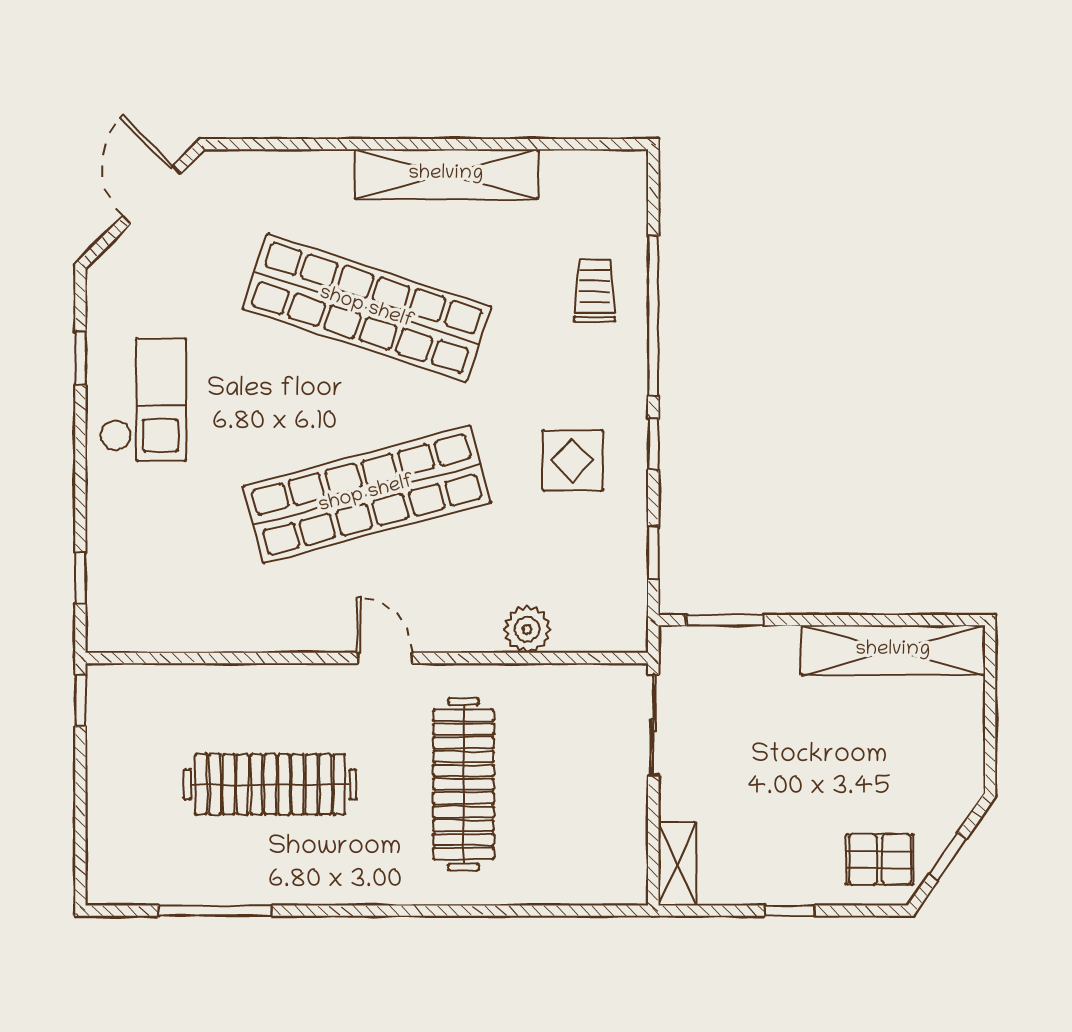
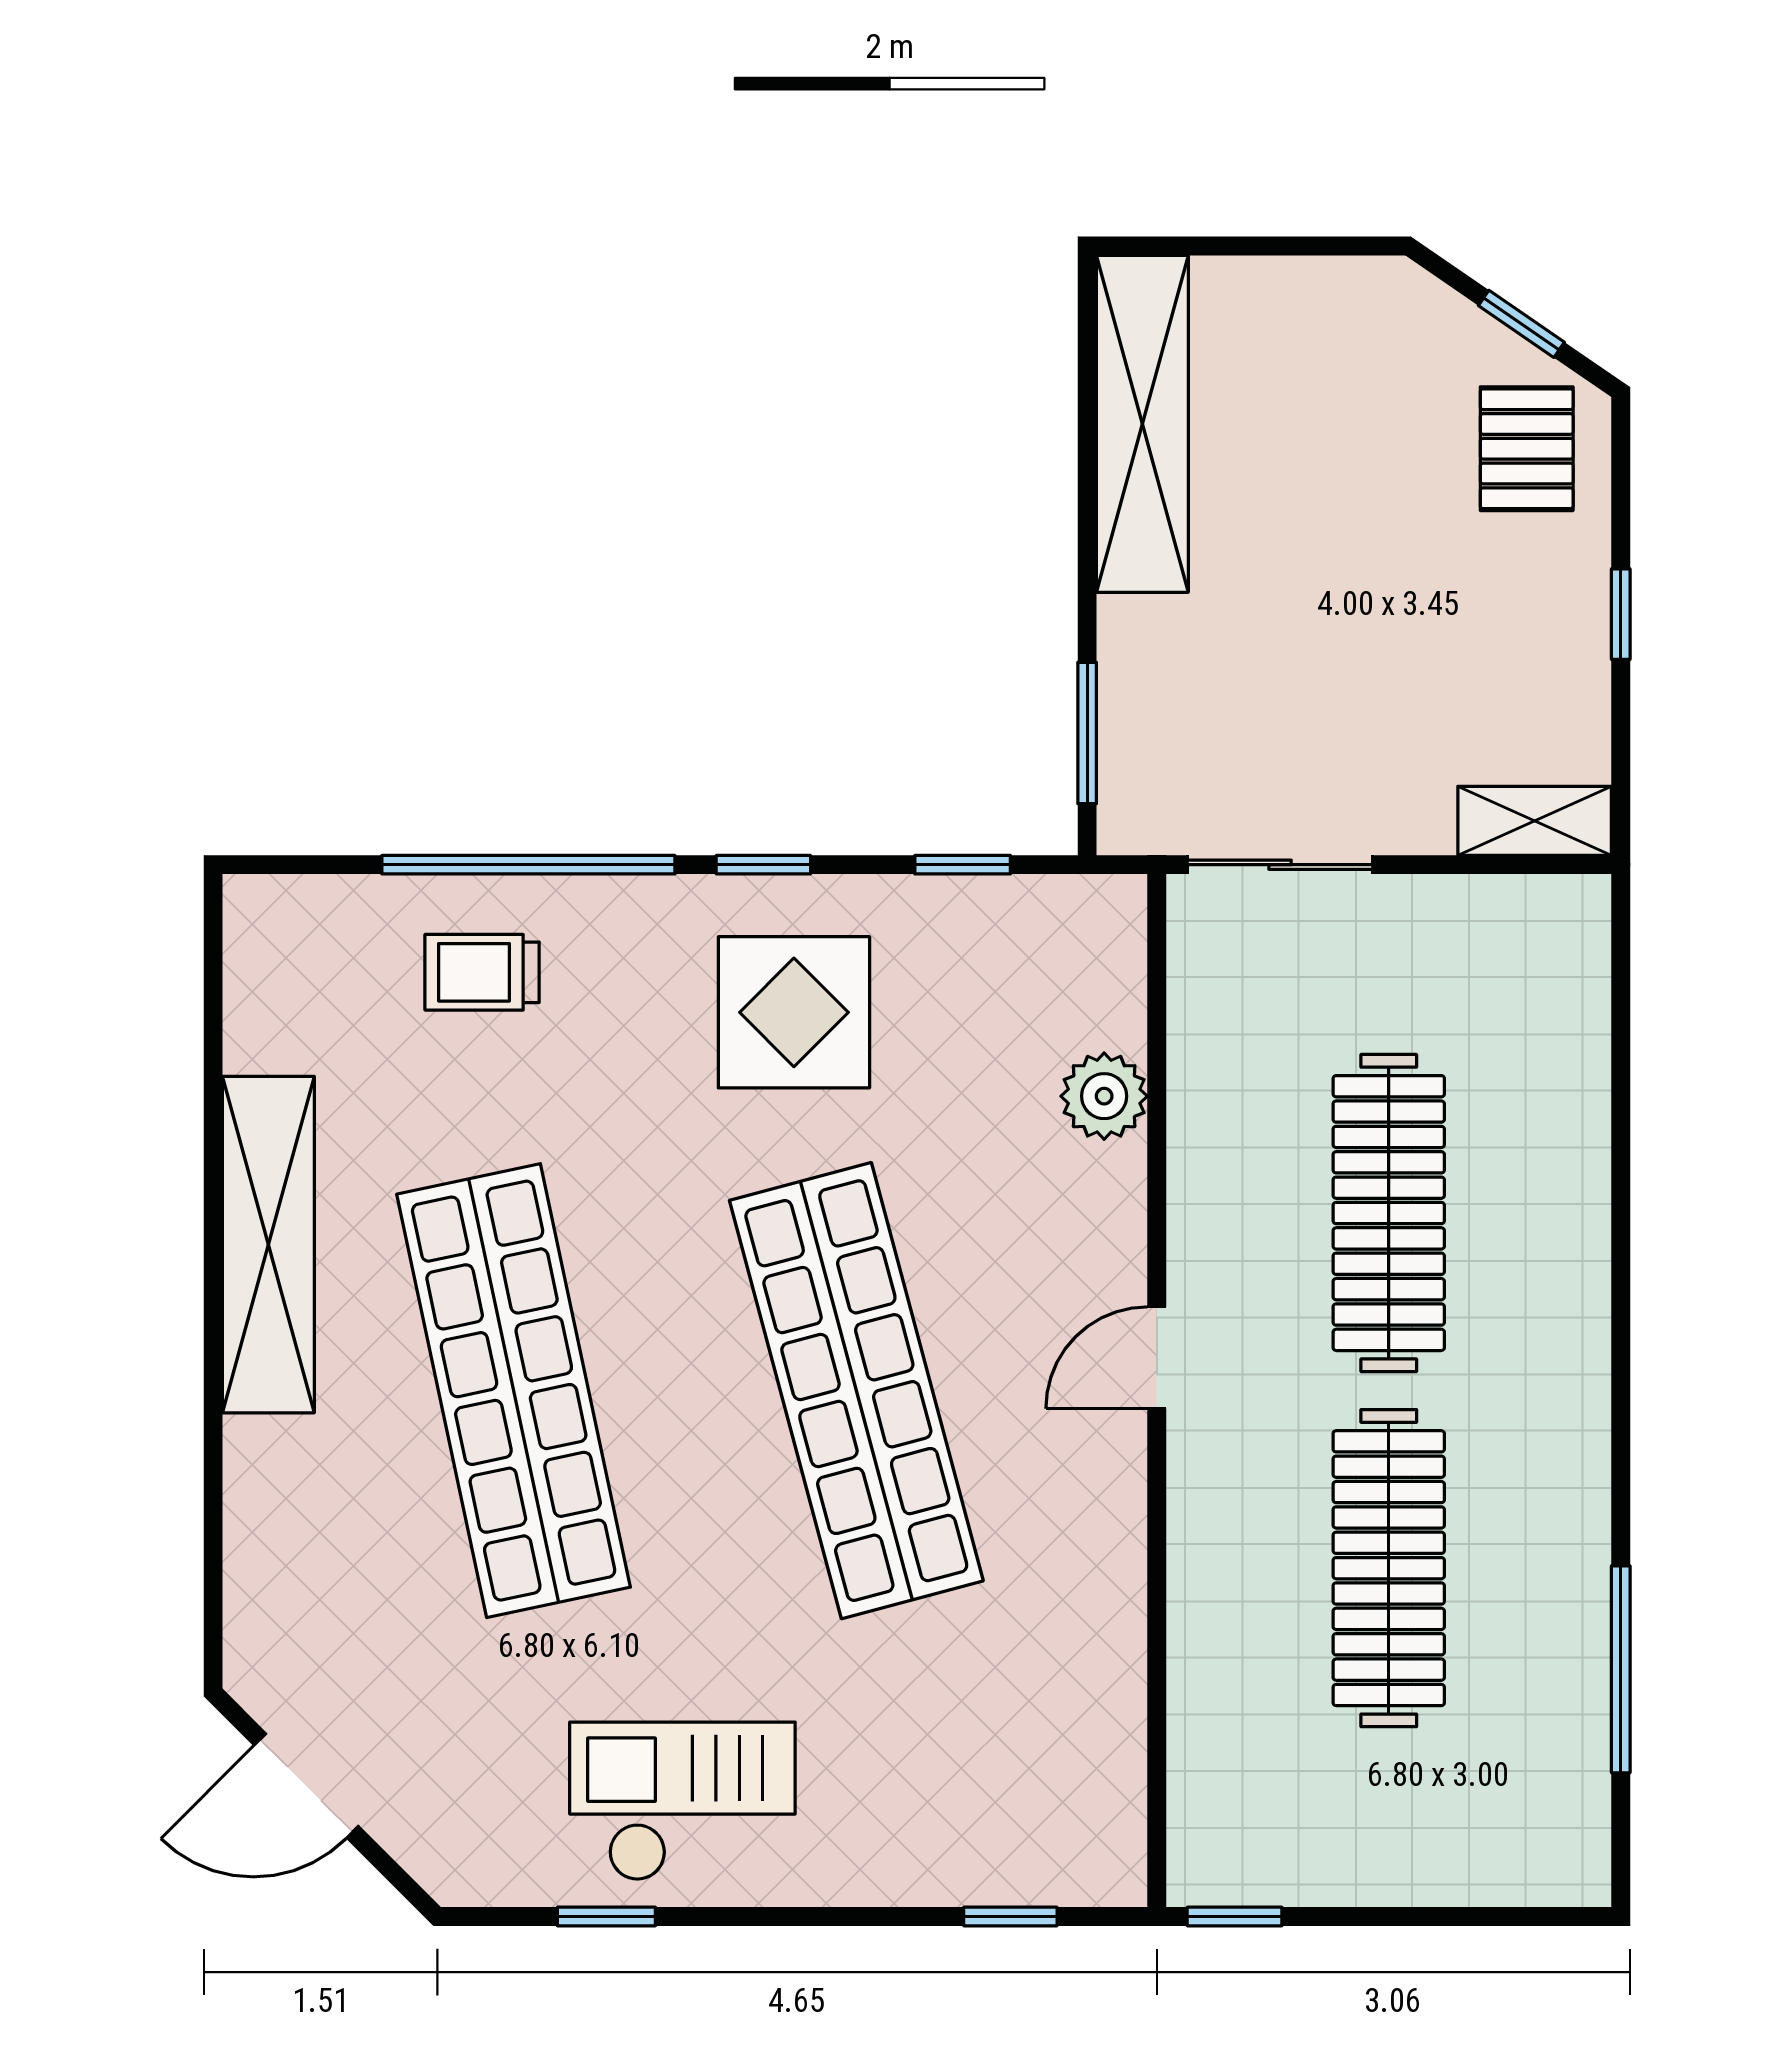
shop shelf: (367, 308) -> (514, 1391), turned -30
display table: (573, 460) -> (794, 1012), width x1.36, depth x1.36
clothes rail: (464, 784) -> (1389, 1213), turned 90

